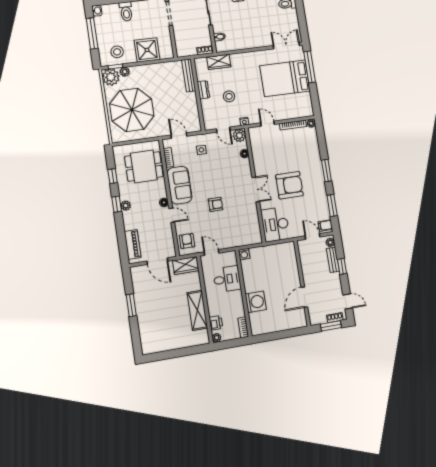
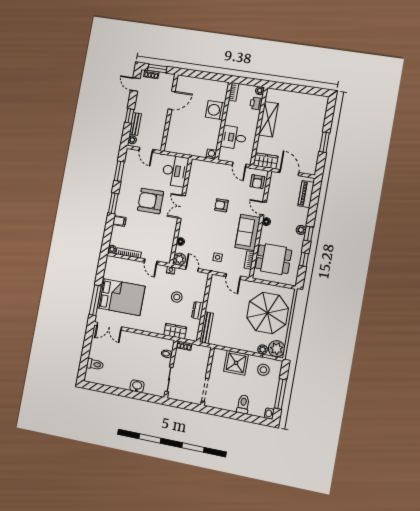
filing cabinet: (325, 226) -> (119, 221), moved

